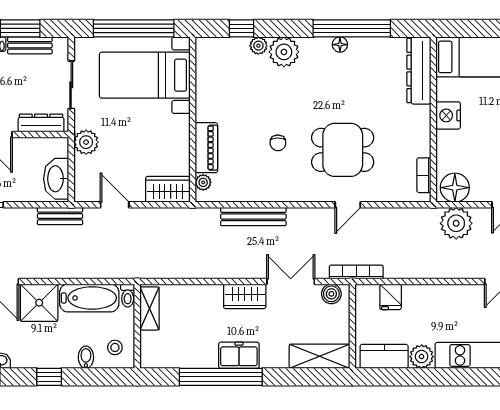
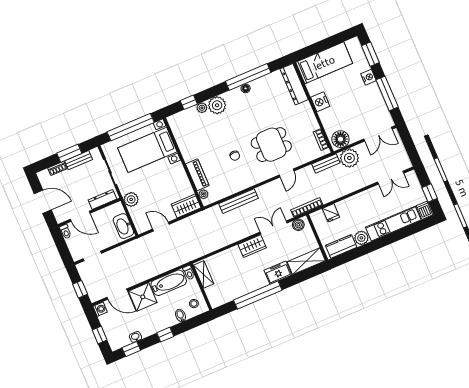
bench: (60, 216) -> (326, 163), moved
freezer: (239, 355) -> (278, 273), moved

